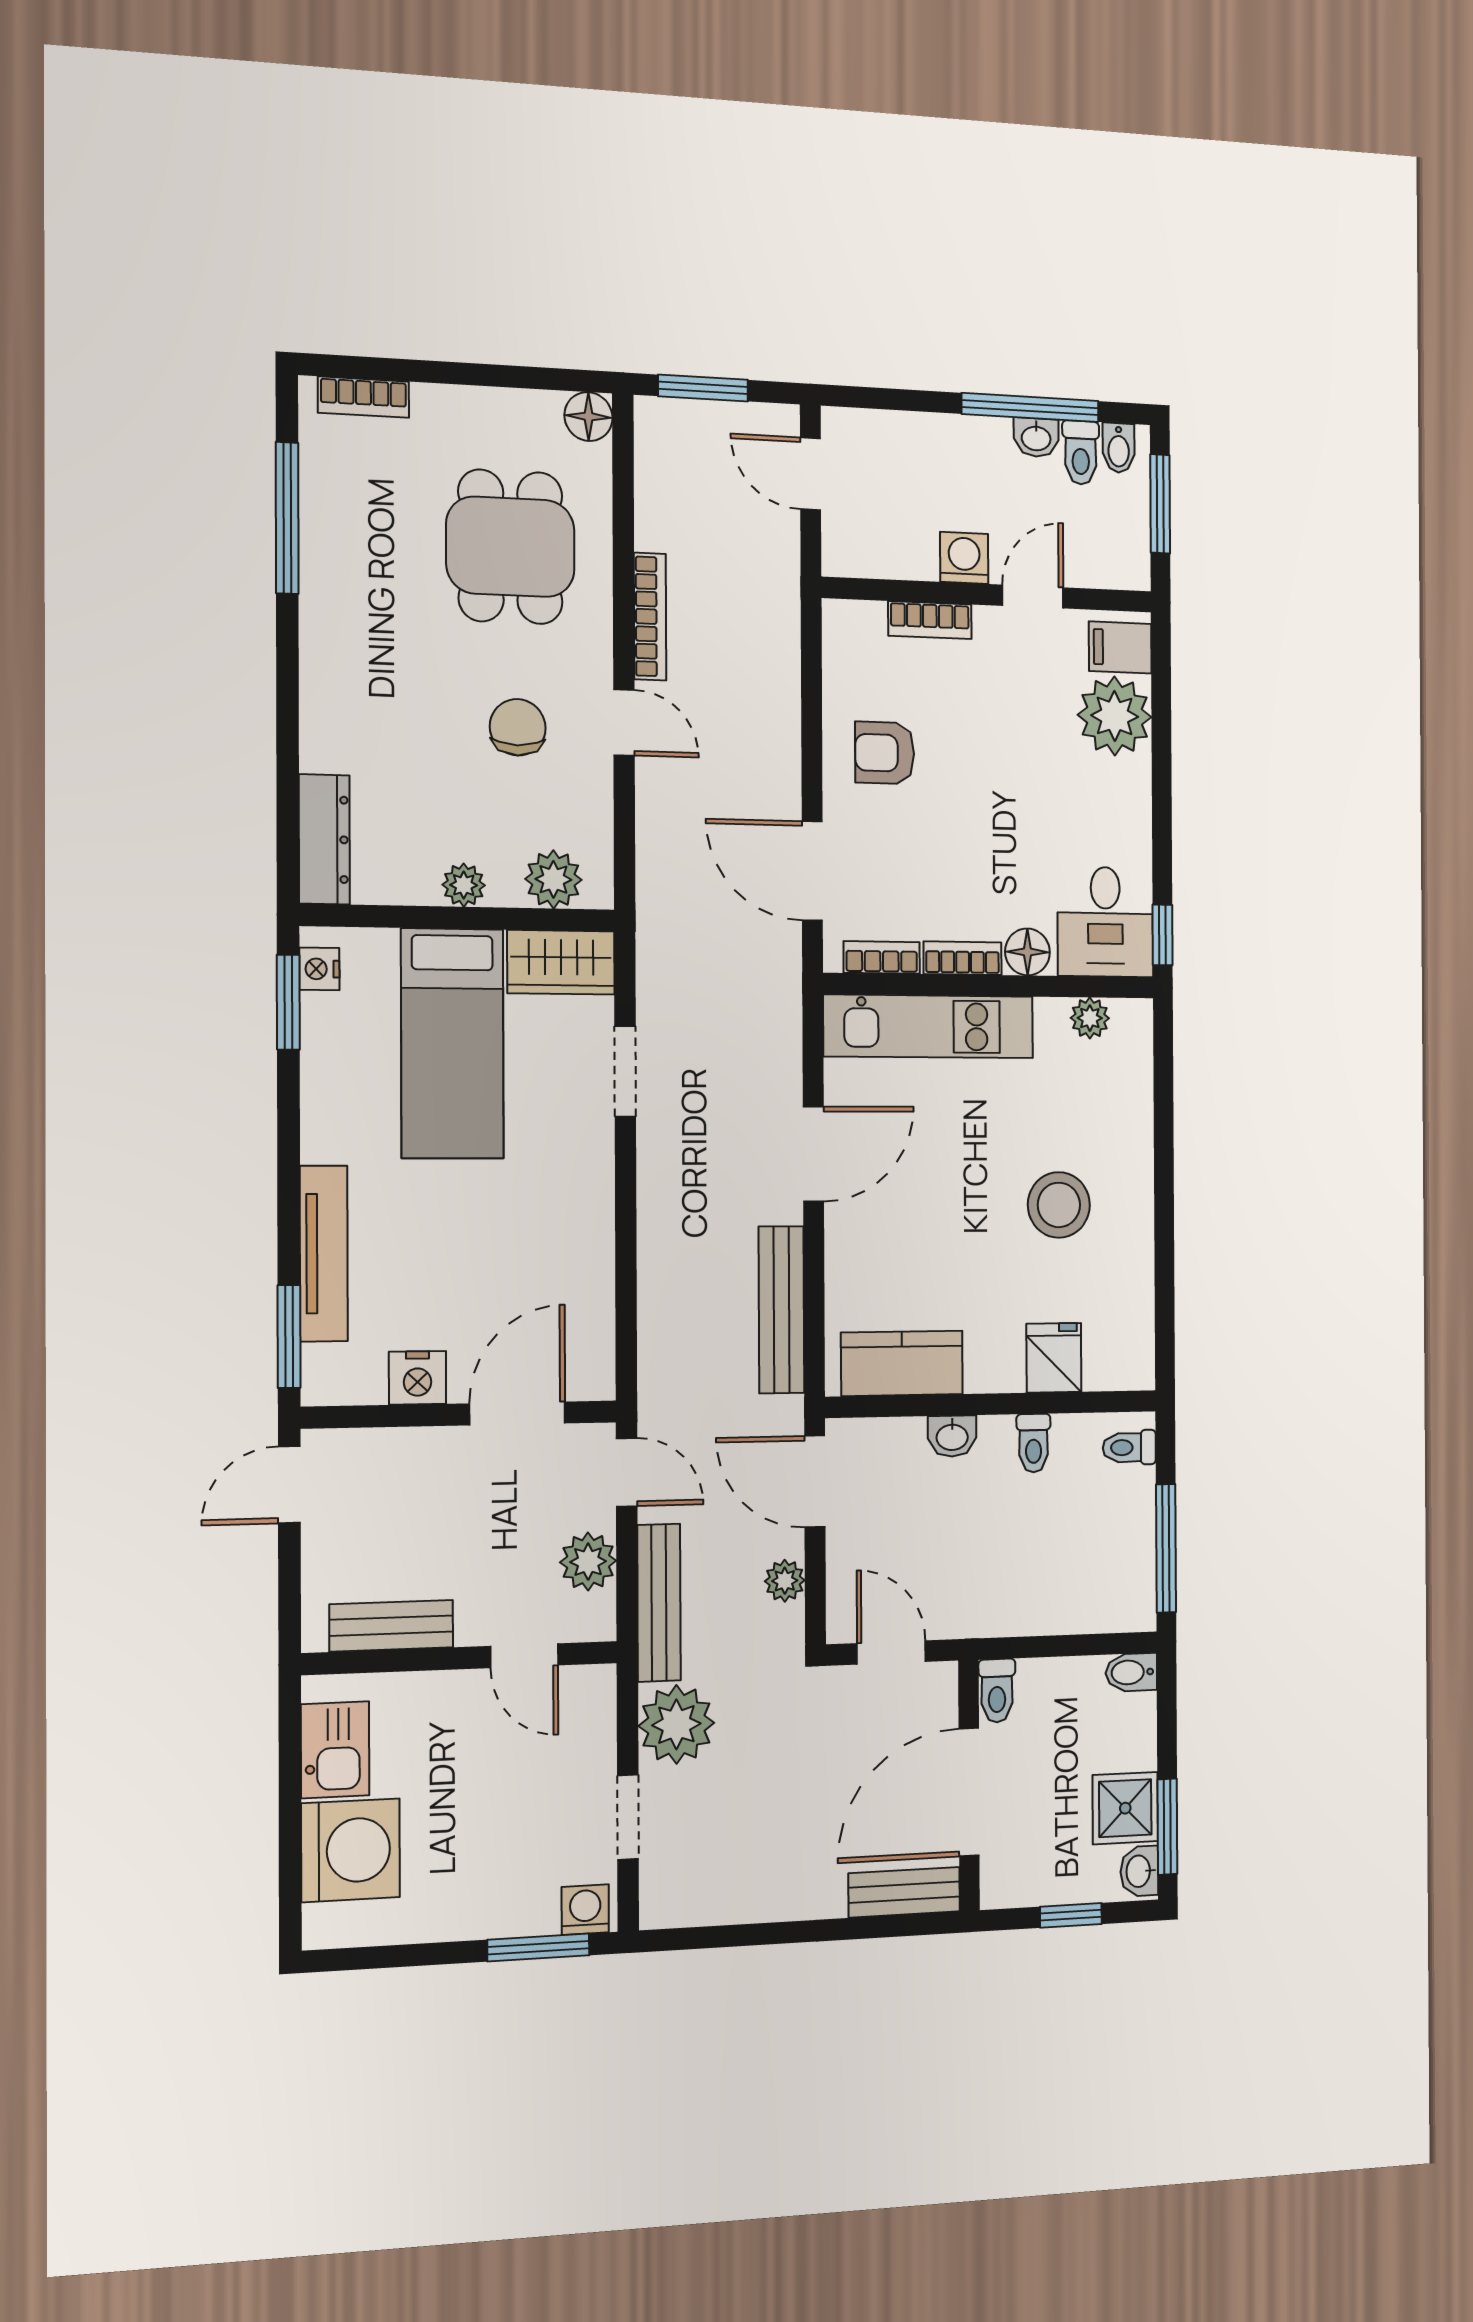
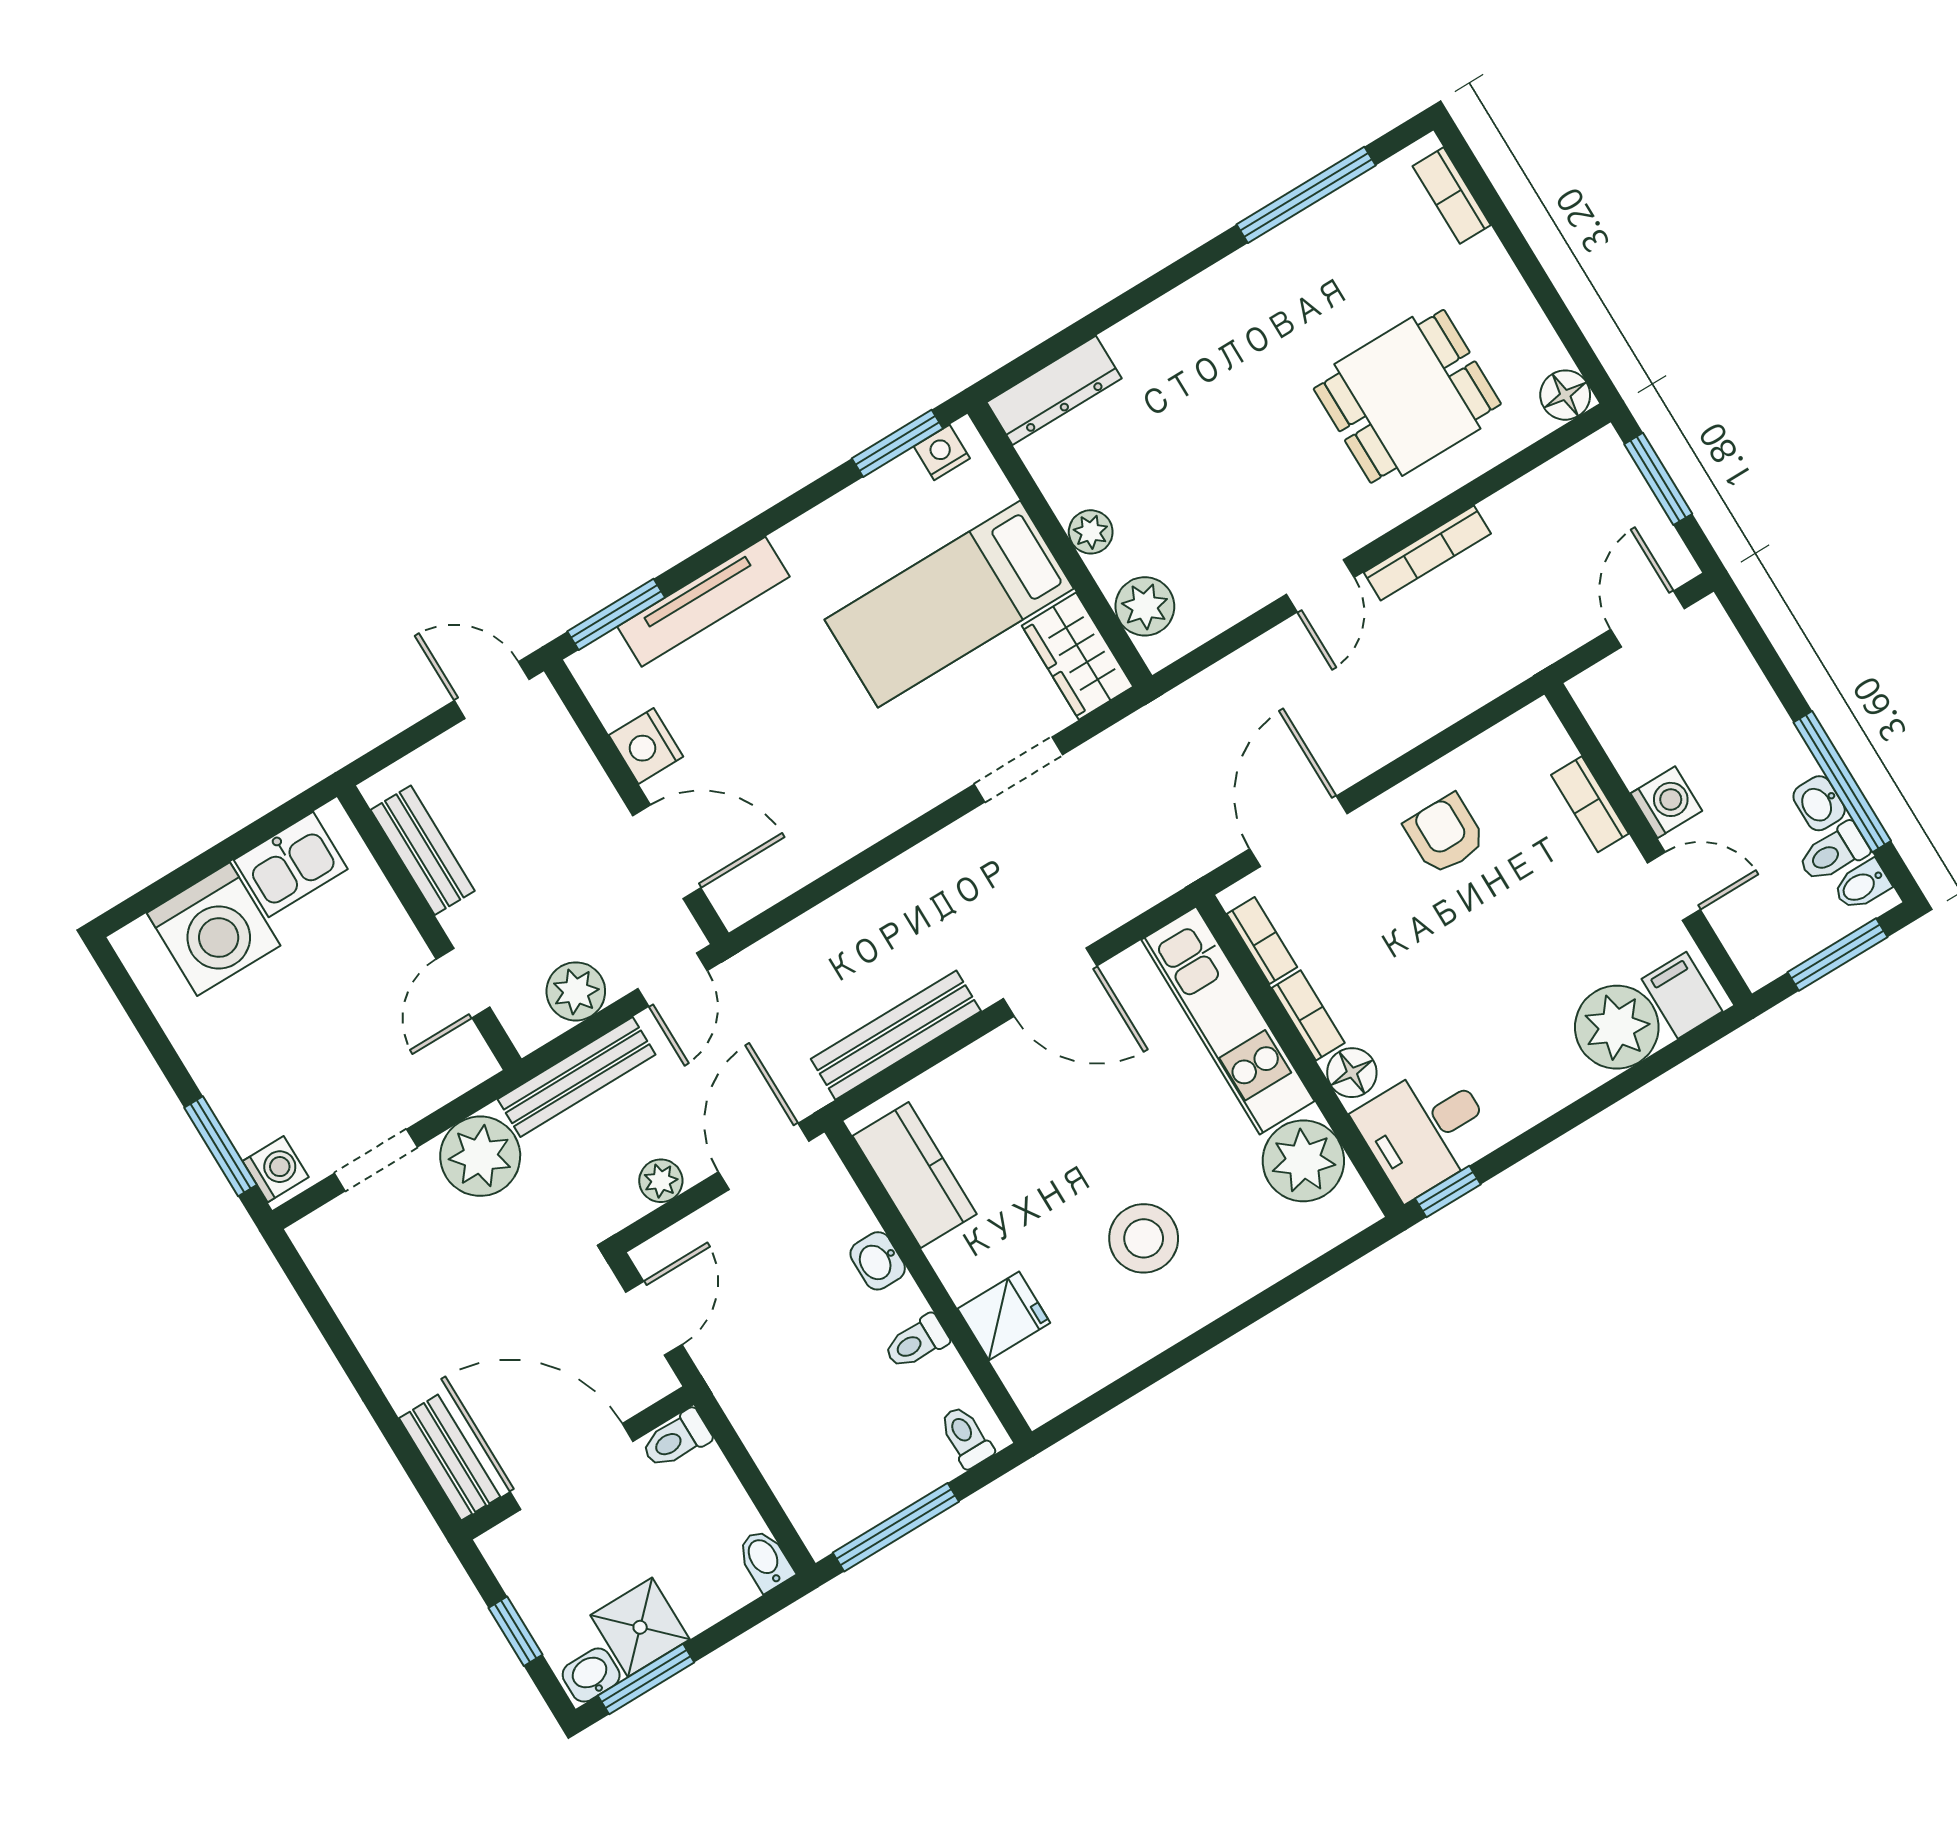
chair: (518, 727) -> (1256, 496), removed
plant: (1090, 1018) -> (1303, 1161), width x1.87, depth x1.87

